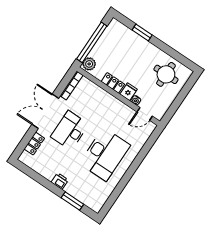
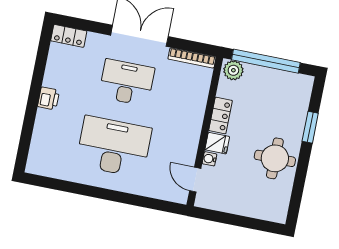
round table: (166, 74) -> (275, 158), moved
locker: (34, 144) -> (69, 36), moved
desk: (105, 154) -> (114, 147), turned 180
window: (72, 201) -> (28, 128), removed

